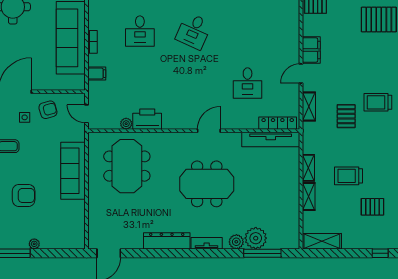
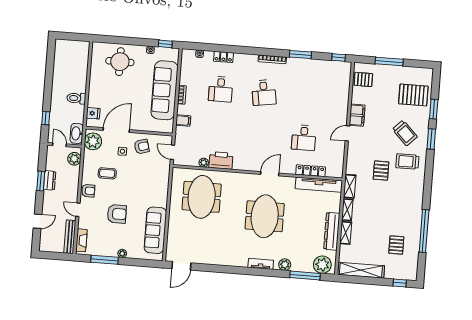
desk: (194, 31) -> (264, 93), turned -33
shelving: (309, 106) -> (350, 186), moved
locker: (278, 123) -> (311, 171), moved
sofa: (73, 171) -> (155, 230), moved
trolley: (349, 176) -> (405, 133), moved, turned -135
meeting table: (207, 184) -> (265, 216), turned 90
pallet: (372, 207) -> (396, 245), turned 90
plant: (256, 238) -> (322, 265), moved
dresser: (167, 241) -> (332, 231), moved, turned -90
shelving: (322, 241) -> (361, 270), width x1.47

